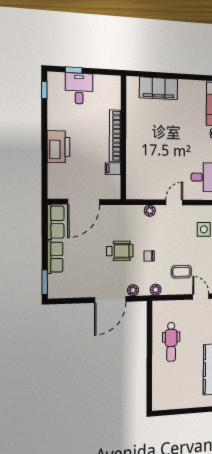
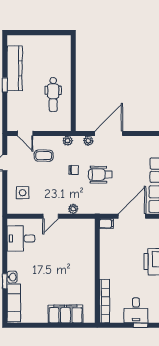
bookcase: (115, 136) -> (105, 301), moved
filing cabinet: (113, 169) -> (106, 224), moved
dental chair: (171, 342) -> (53, 95), turned 180

